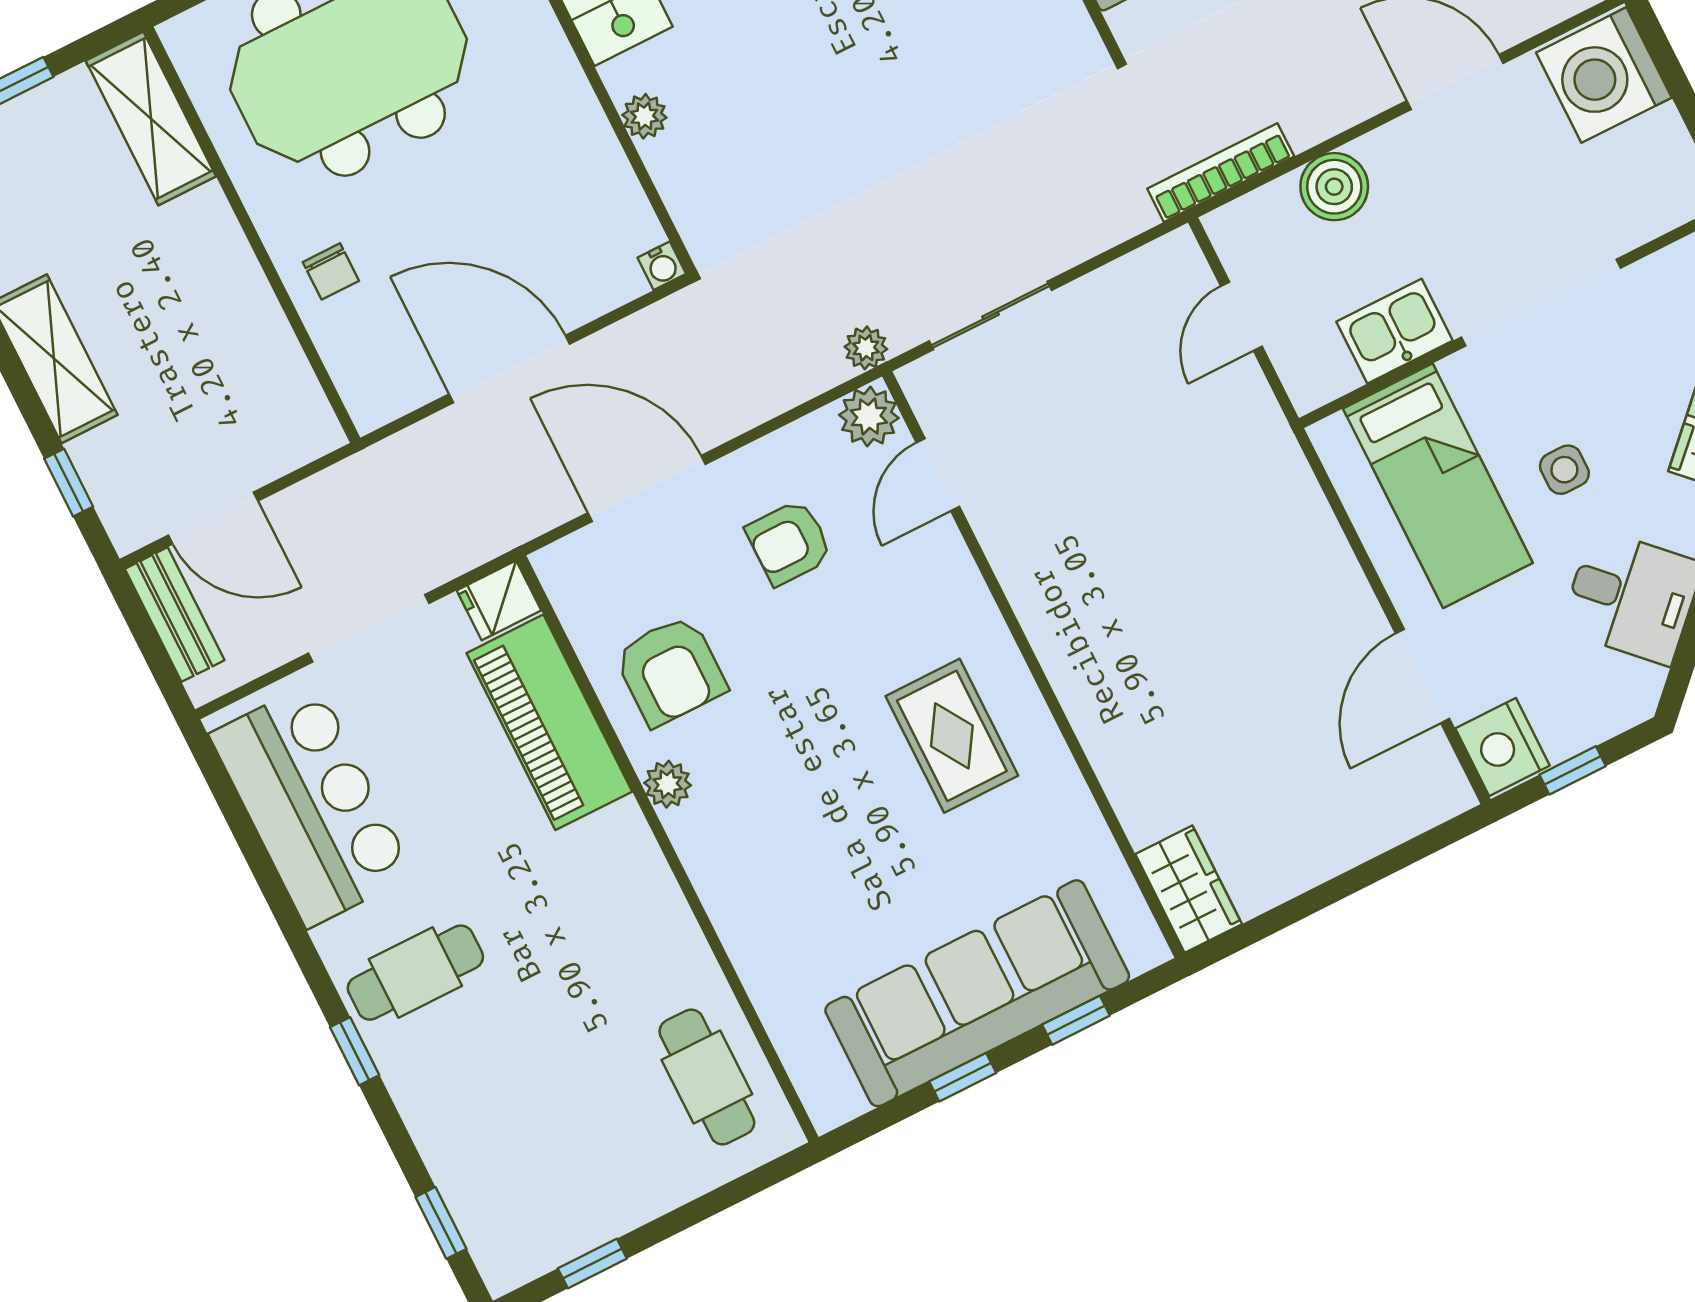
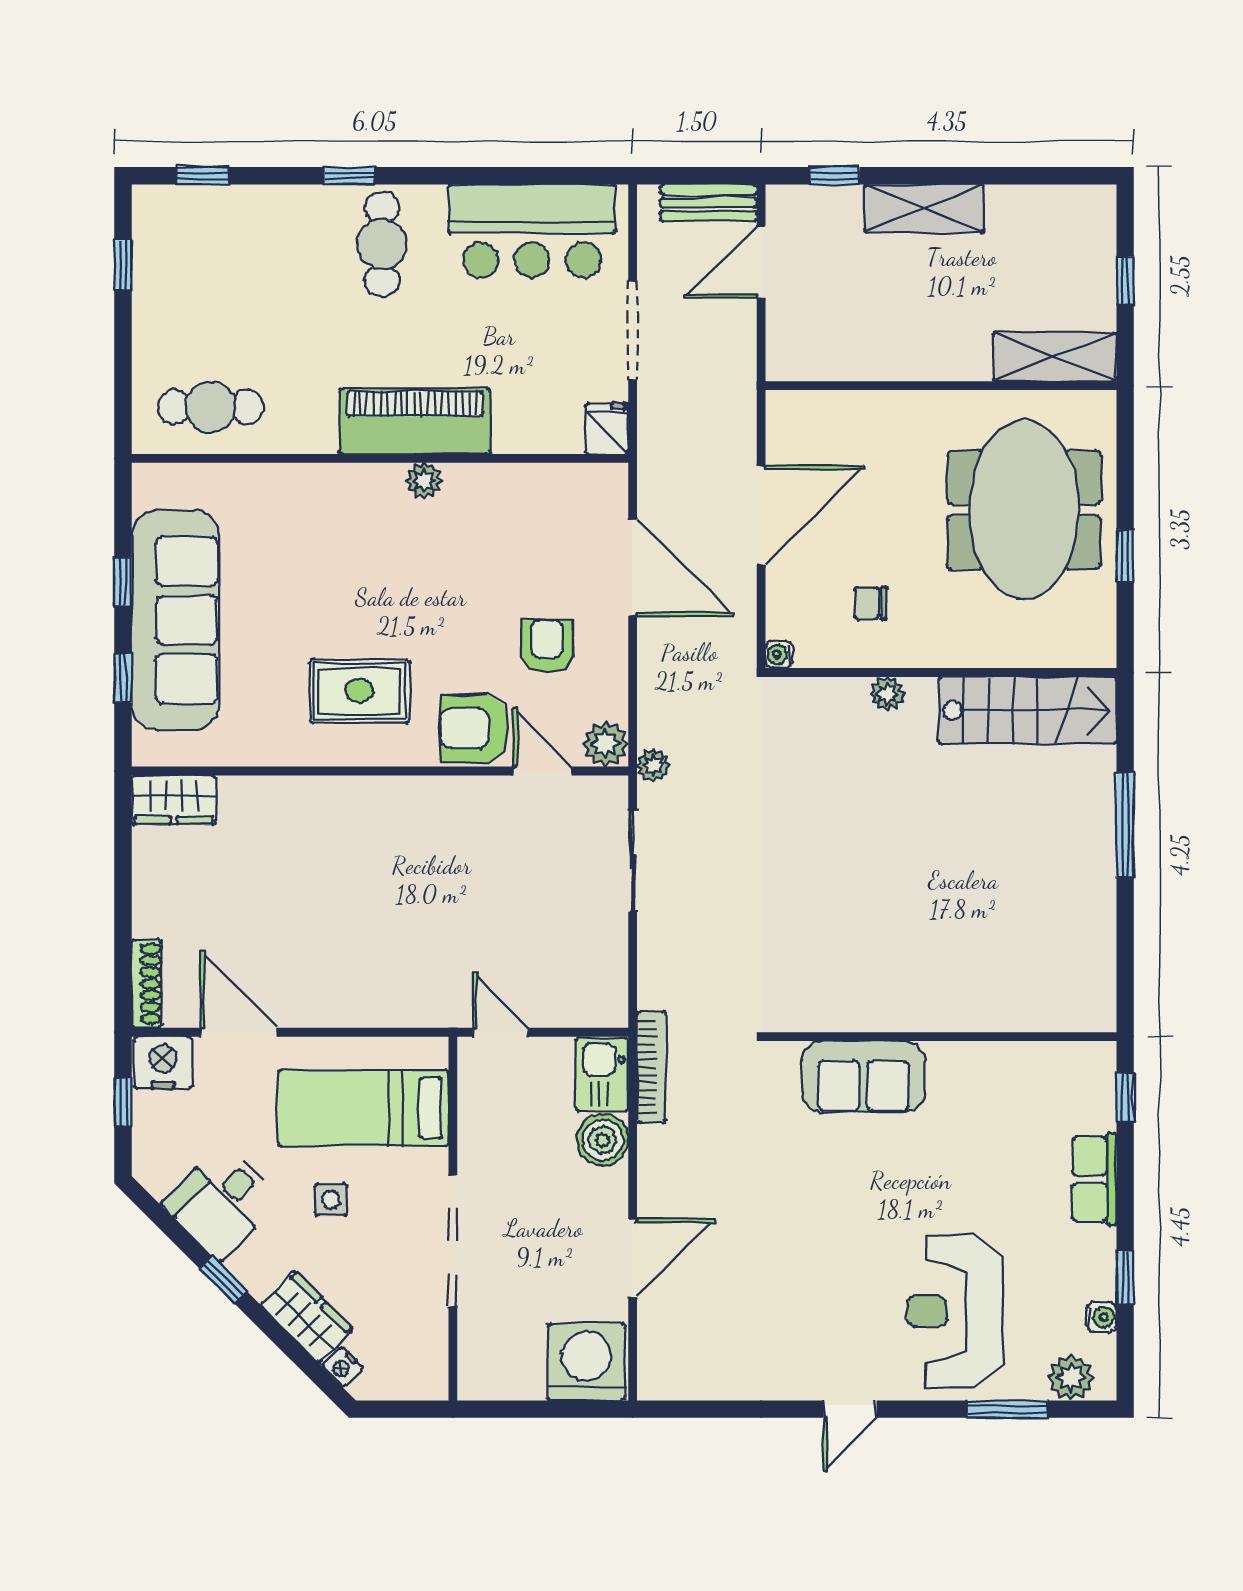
chair: (331, 271) -> (871, 603), moved
door: (1241, 316) -> (500, 1032), moved
kitchen sink: (1395, 331) -> (602, 1074), moved, turned 180
door: (647, 488) -> (633, 568), hinge flipped
armchair: (670, 671) -> (474, 728), moved
piano: (549, 722) -> (415, 421), moved
shoe rack: (1420, 813) -> (147, 984), added

